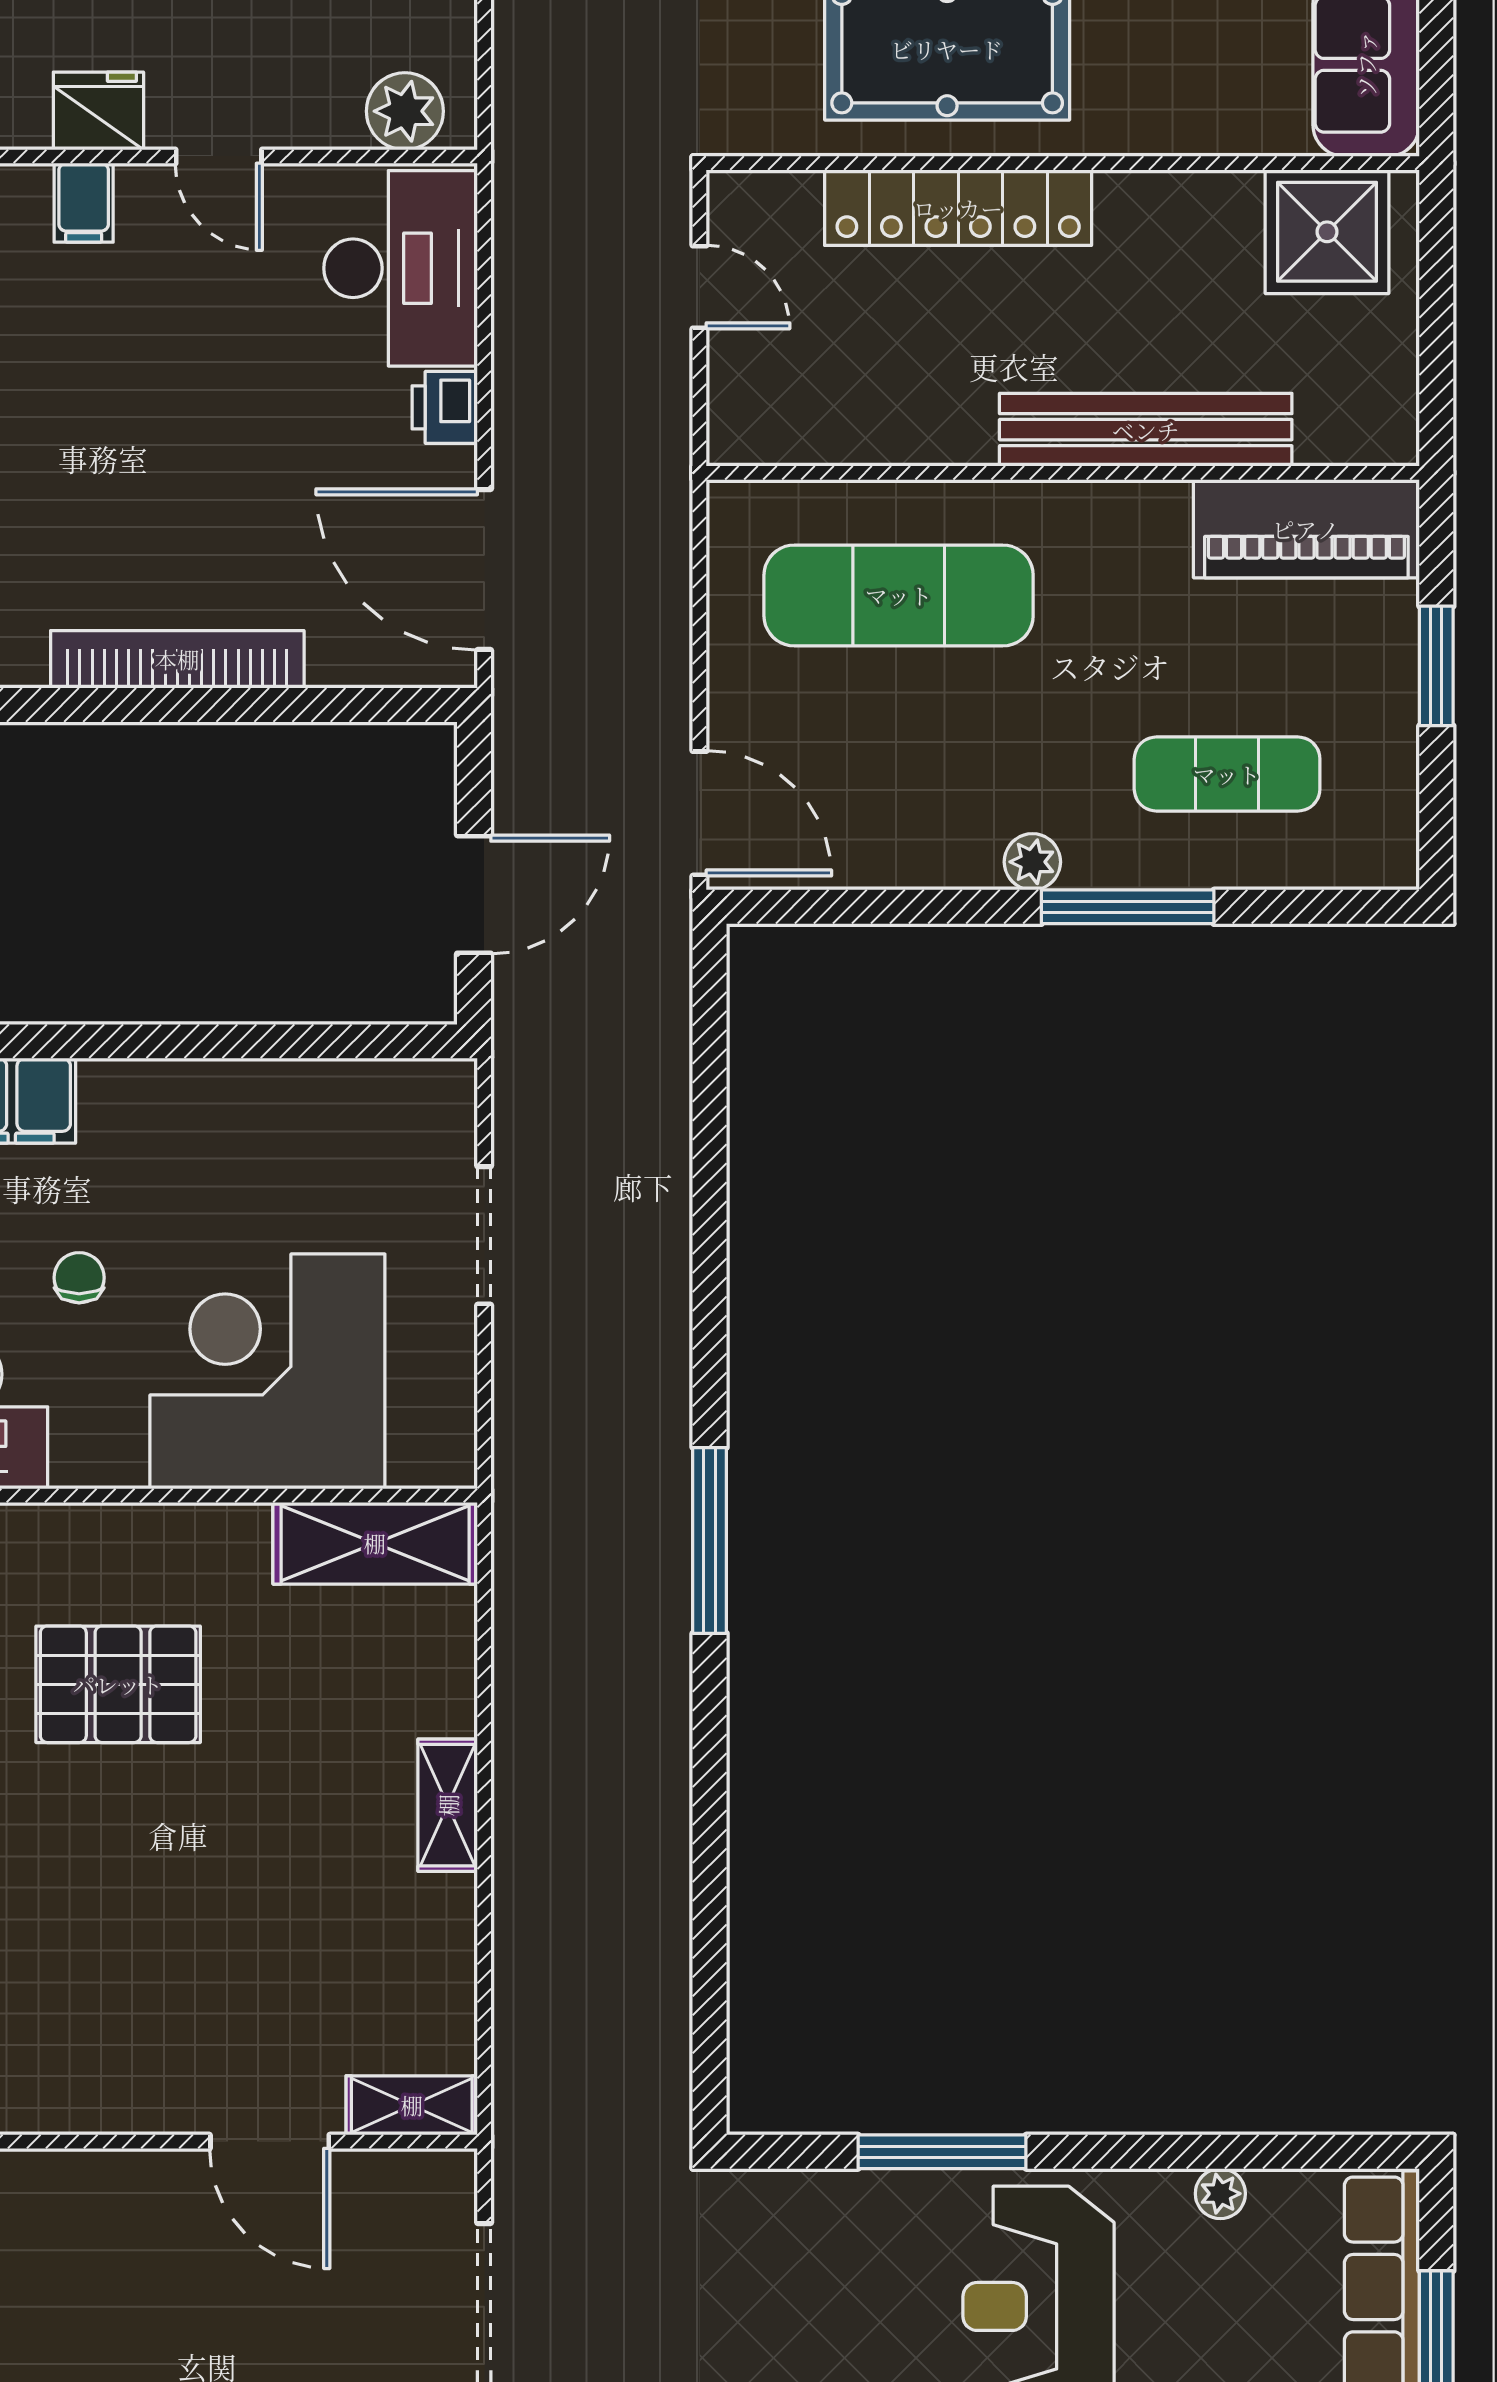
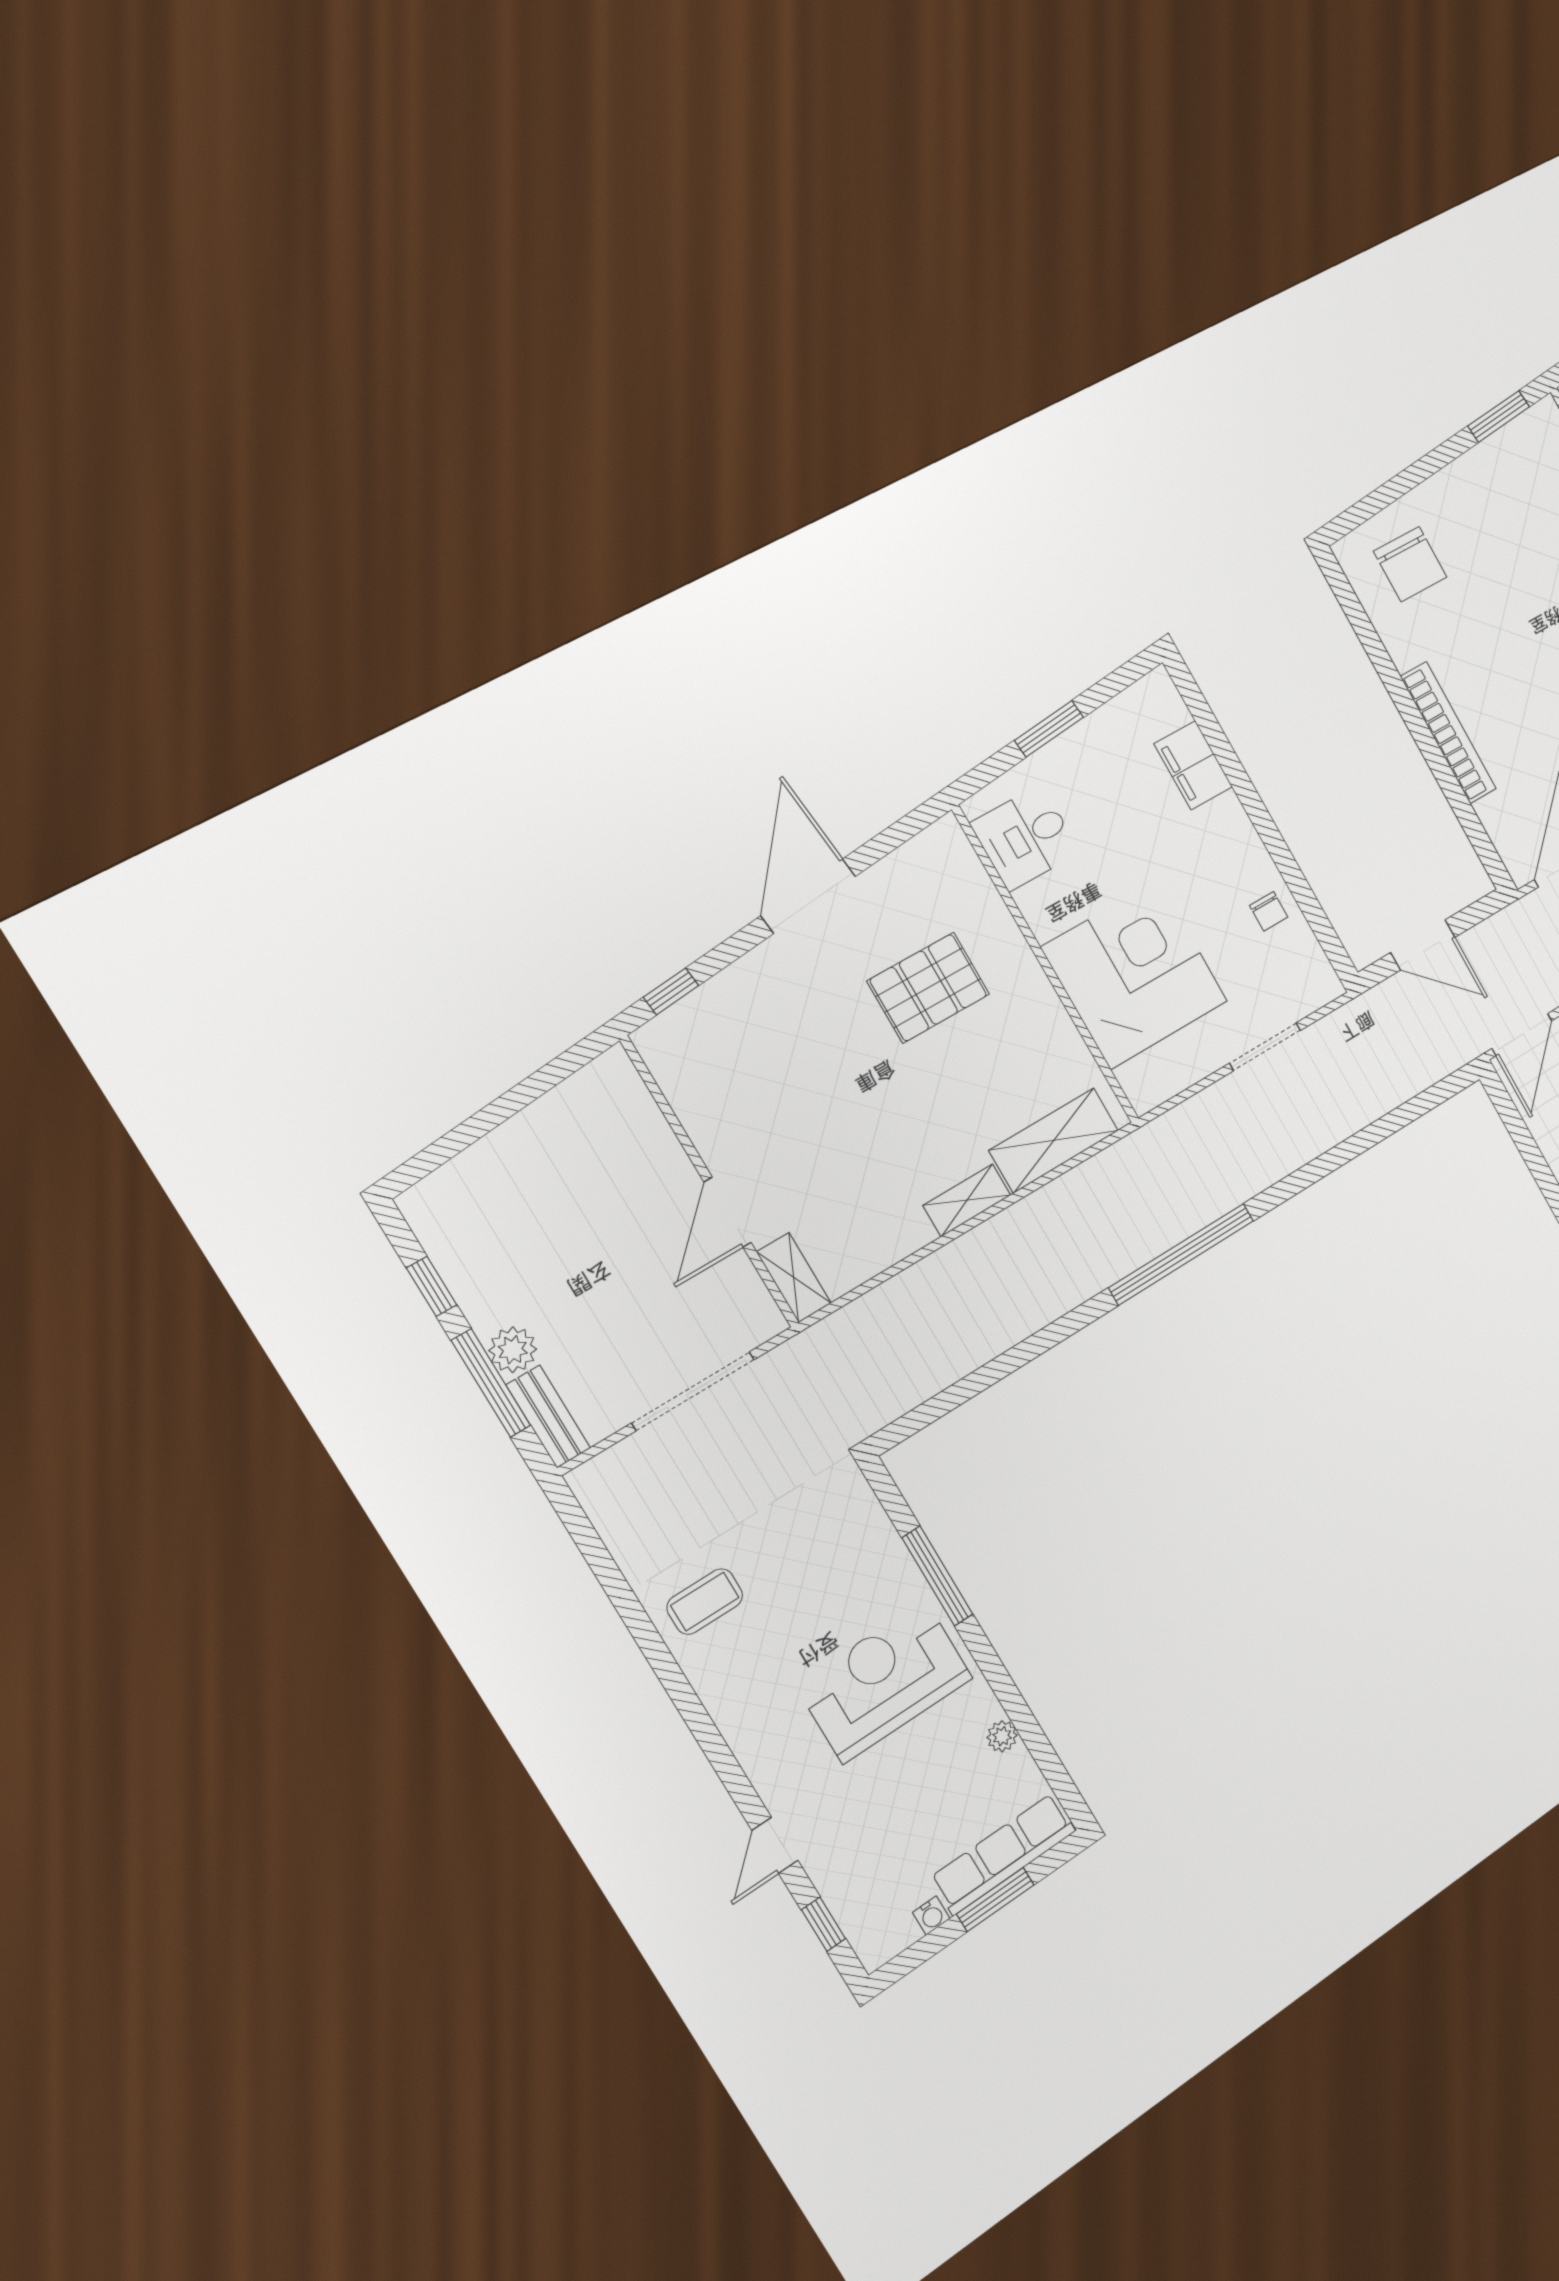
chair: (79, 1278) -> (1269, 911), moved, turned 90
window: (710, 1540) -> (1182, 1254), width x1.46
shelving: (375, 1543) -> (1054, 1140), moved, turned 90
pallet: (118, 1684) -> (928, 988), turned 90

